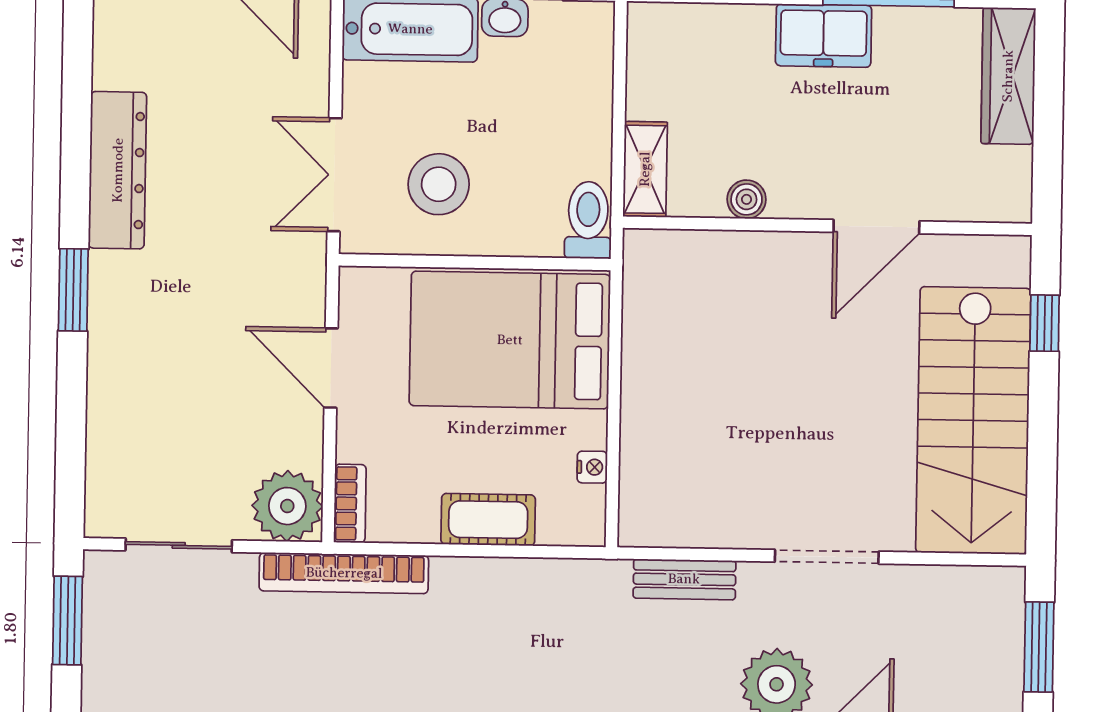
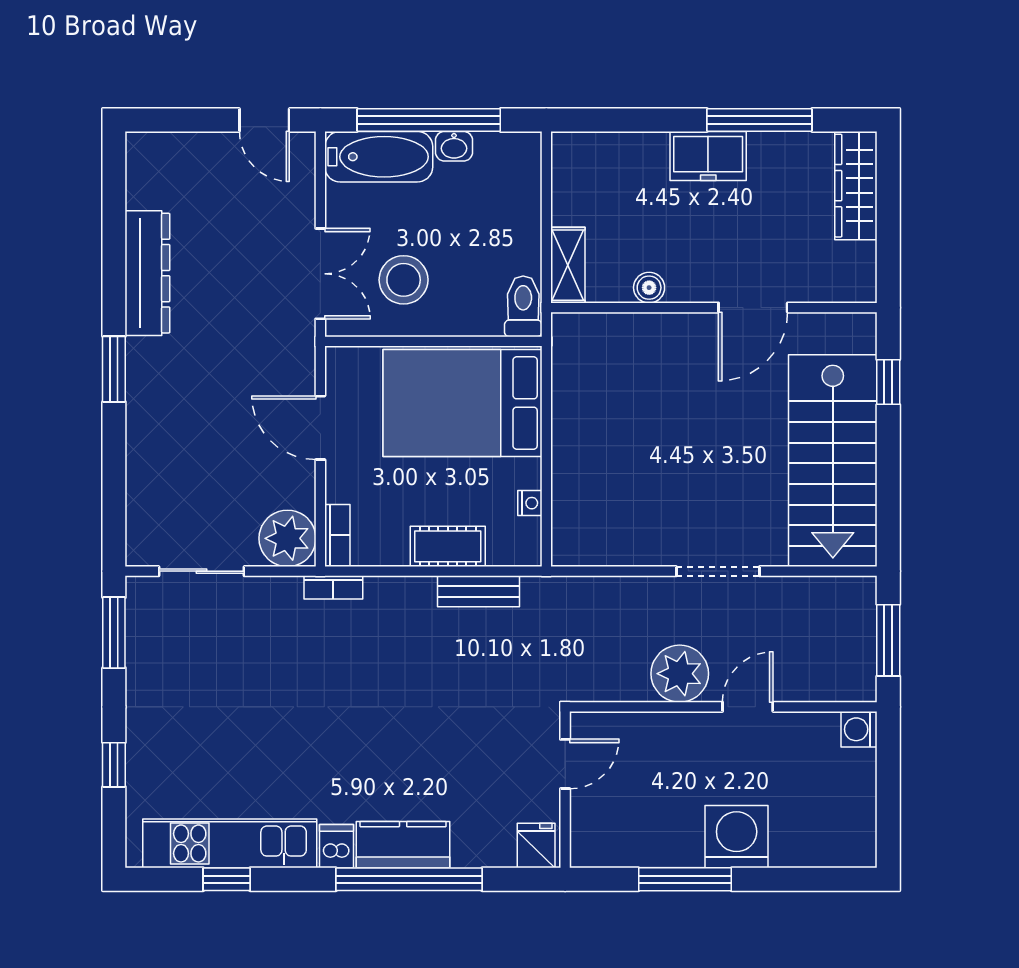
double door: (334, 175) -> (320, 274), swing flipped
bookcase: (344, 573) -> (333, 587), width x0.43, depth x0.76
bench: (684, 579) -> (479, 591), moved

